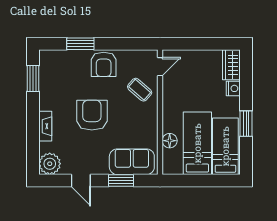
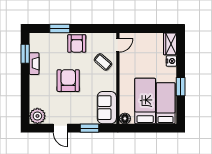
fireplace: (45, 126) -> (34, 64), moved
floor lamp: (170, 141) -> (125, 119), moved
sofa: (132, 162) -> (107, 108), moved, turned -90

